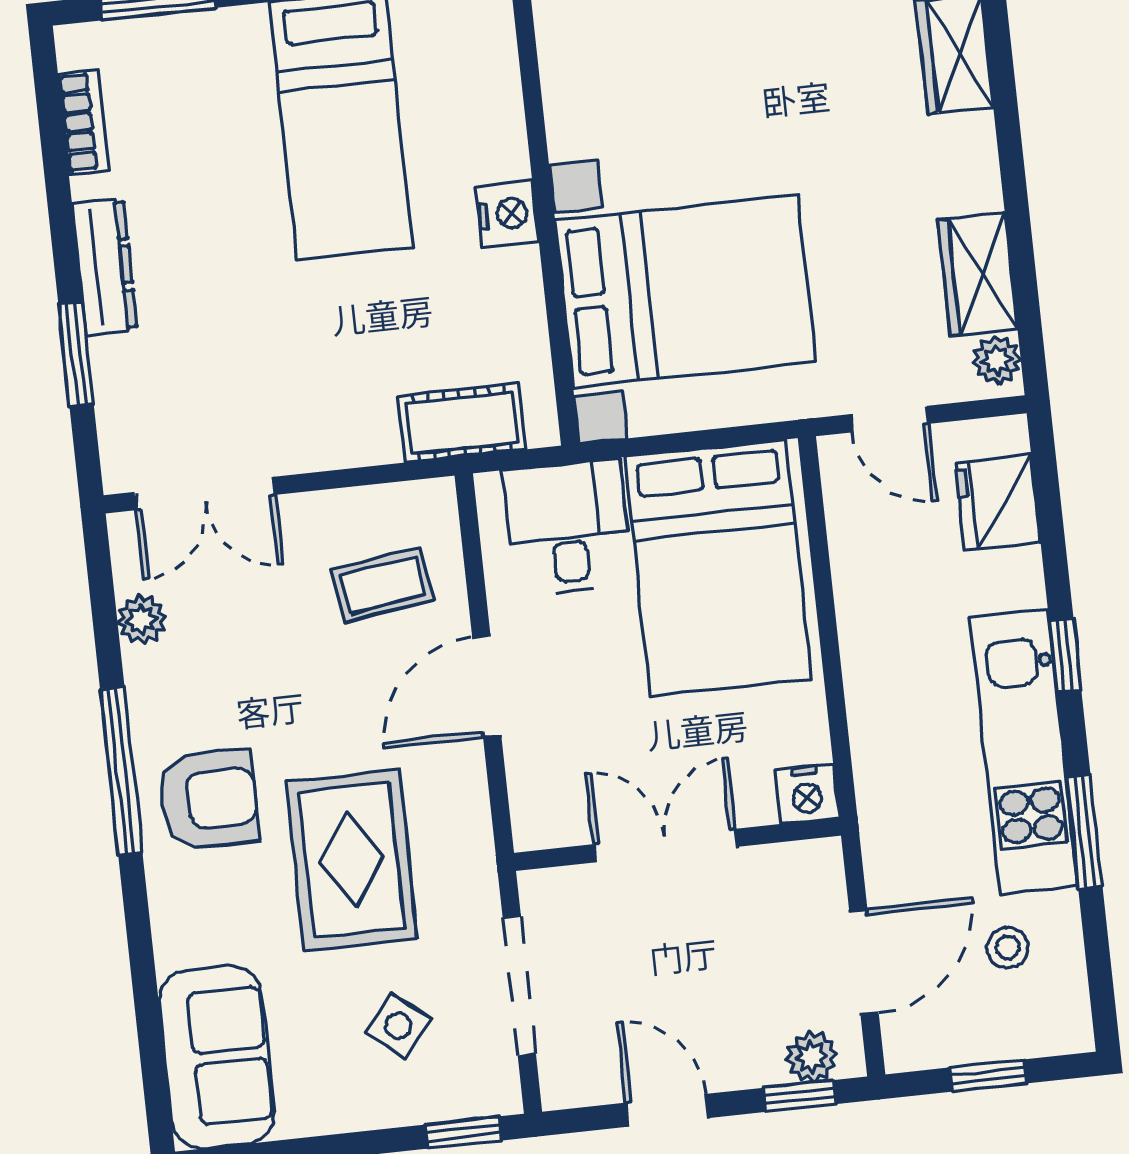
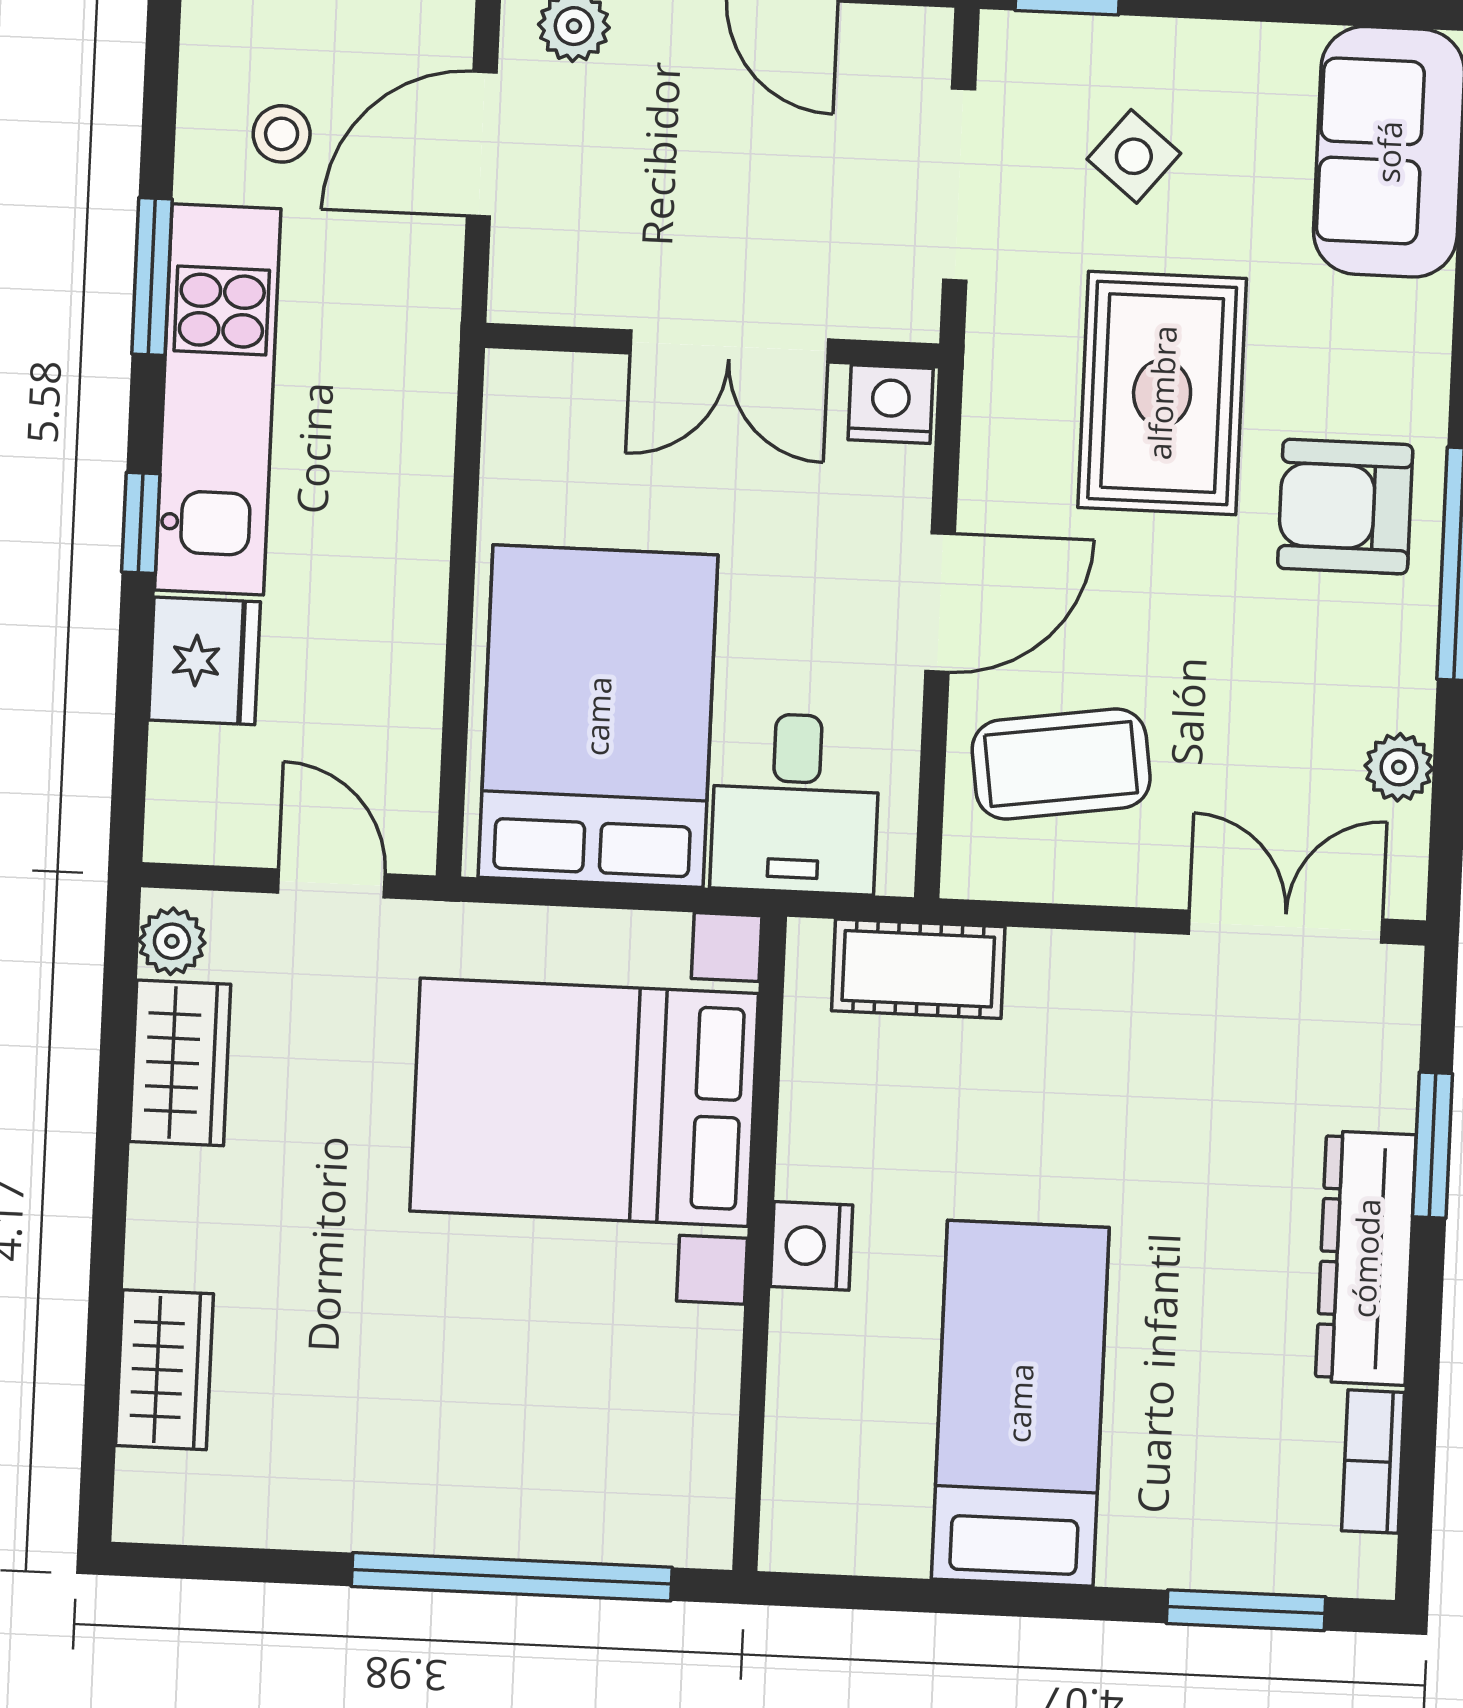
dresser: (105, 267) -> (1366, 1258), width x1.37, depth x1.24
fridge: (998, 503) -> (204, 661), moved
coffee table: (383, 585) -> (1061, 764), width x1.36, depth x1.30
nightstand: (807, 794) -> (891, 404), moved

